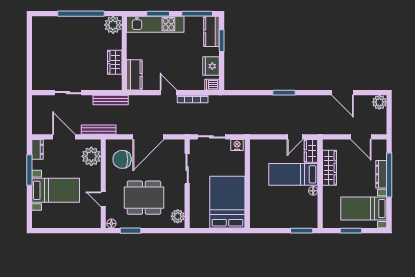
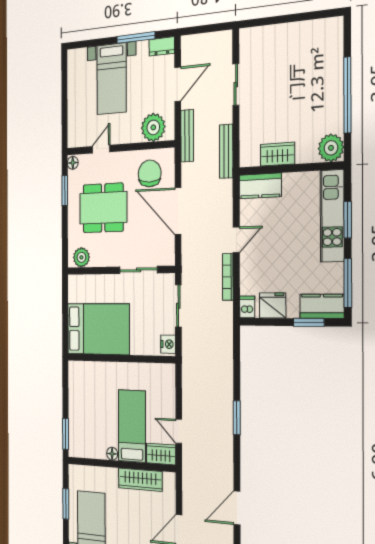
dining table: (144, 198) -> (103, 208), turned 90

